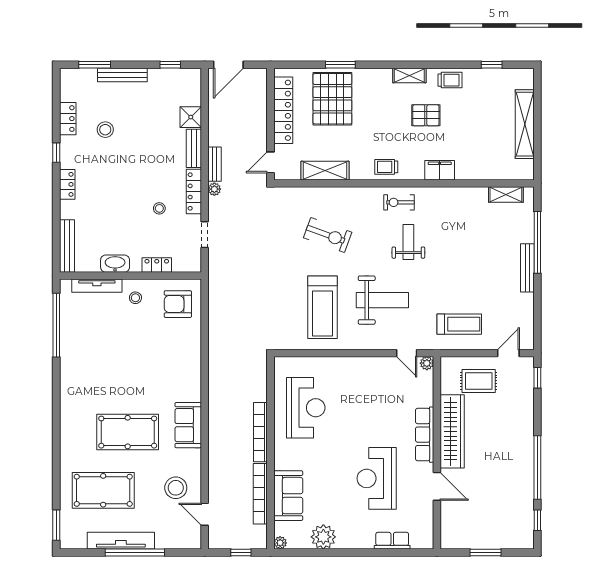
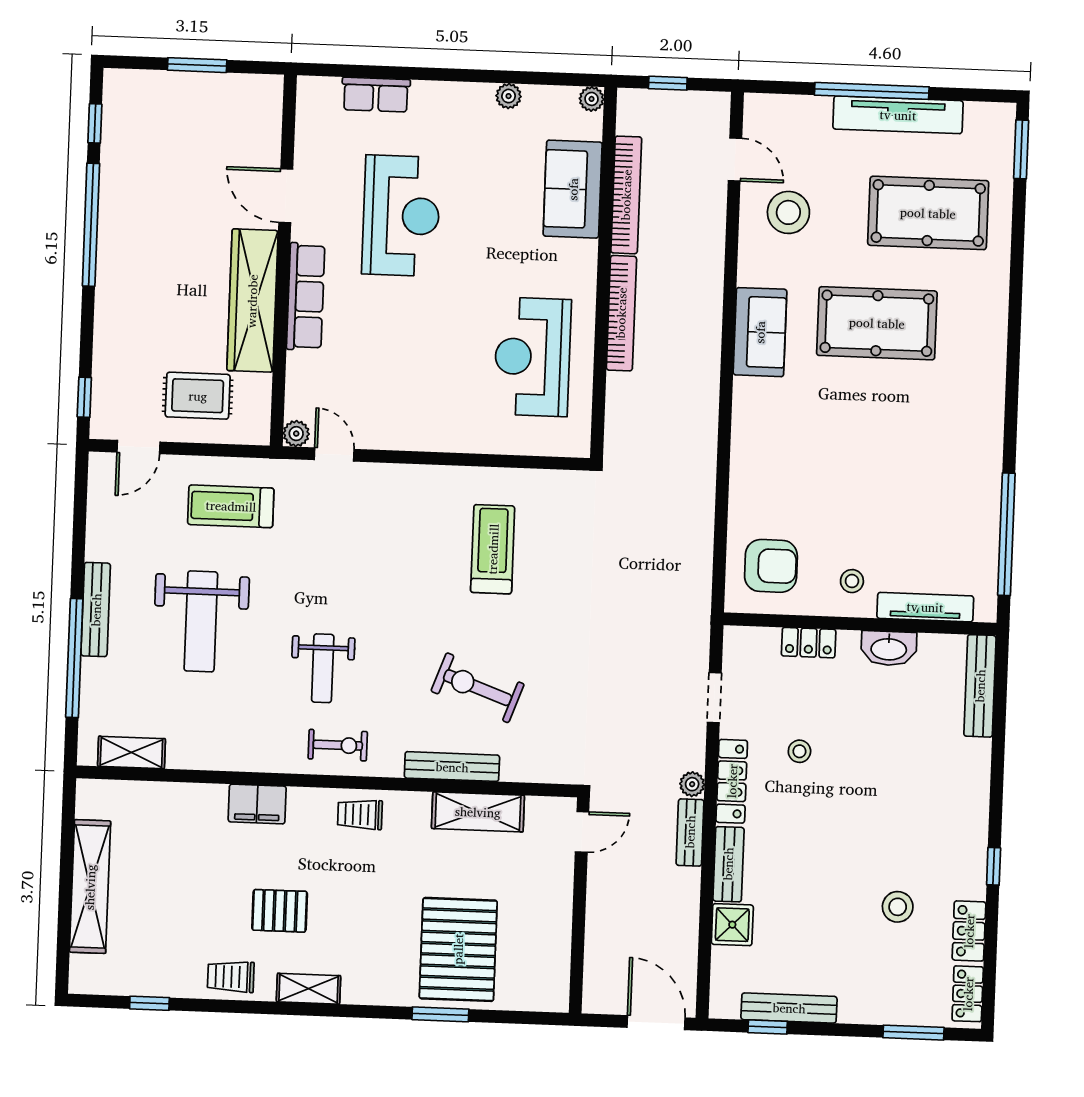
door: (228, 65) -> (656, 1023), hinge flipped
bench: (122, 75) -> (789, 1008), moved
locker: (283, 110) -> (554, 931), removed
trolley: (386, 167) -> (360, 814), turned 180
locker: (67, 184) -> (968, 994), moved
bench: (339, 194) -> (452, 767), added
weight bench: (382, 300) -> (201, 621), moved, turned -90
treadmill: (323, 307) -> (493, 549), width x0.73, depth x0.73
plant: (323, 537) -> (509, 96), width x0.53, depth x0.53

